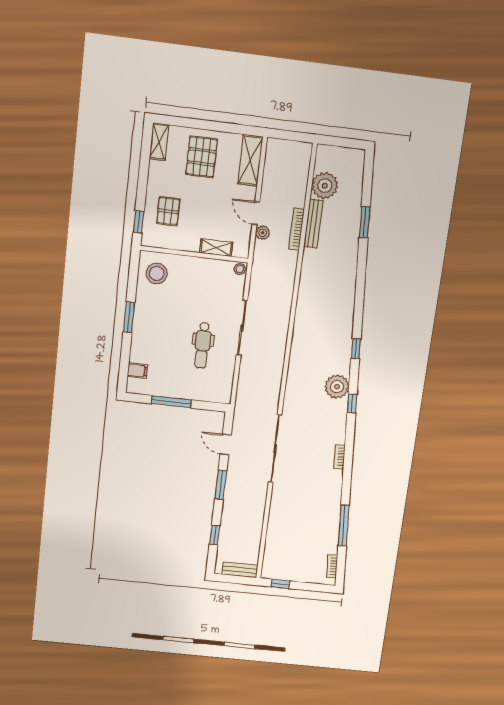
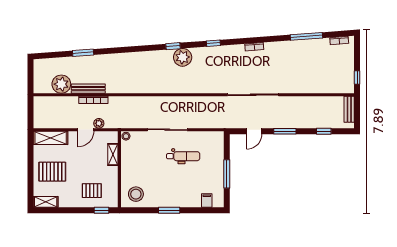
plant: (337, 387) -> (183, 57), moved

